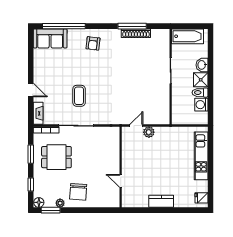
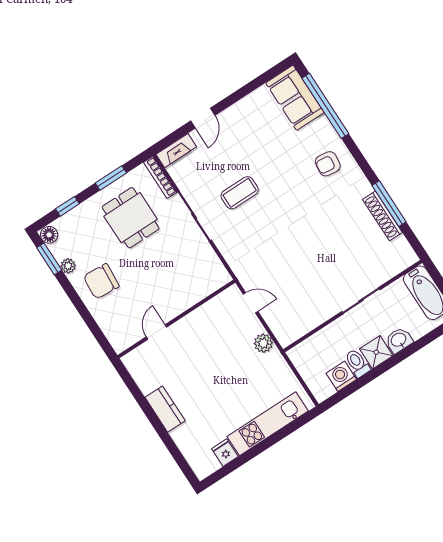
plant: (149, 132) -> (263, 343), moved
fridge: (202, 198) -> (225, 453), moved

